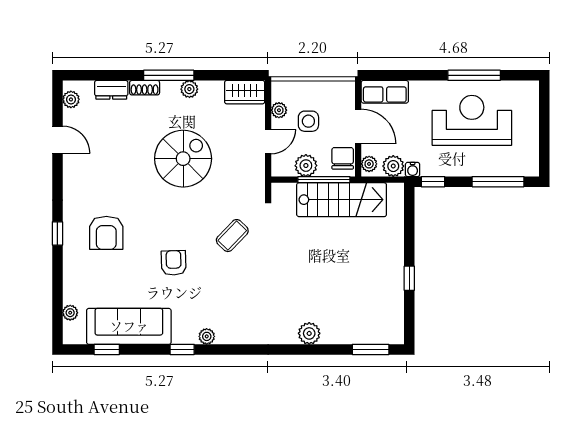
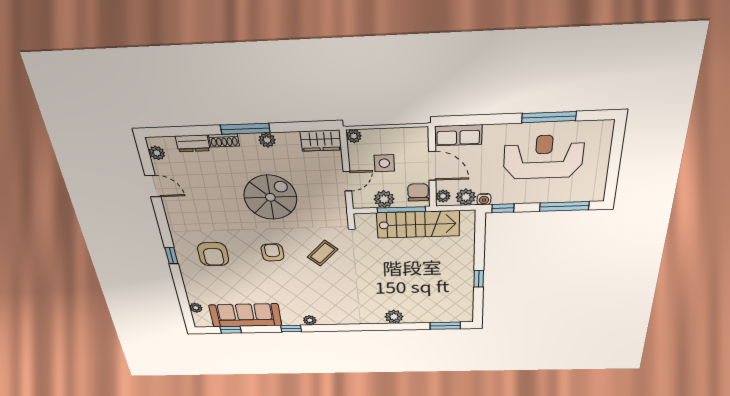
plant: (279, 110) -> (354, 136), moved
armchair: (174, 263) -> (272, 252), moved

